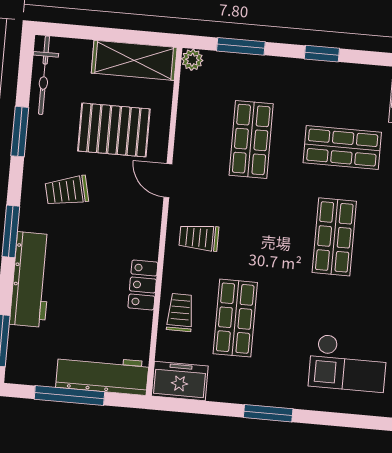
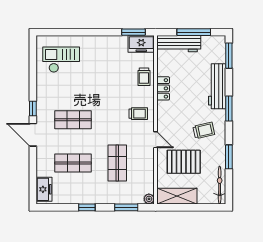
shop shelf: (334, 237) -> (73, 120), turned 90
shop shelf: (235, 318) -> (117, 76), removed
window: (268, 413) -> (133, 32), moved

